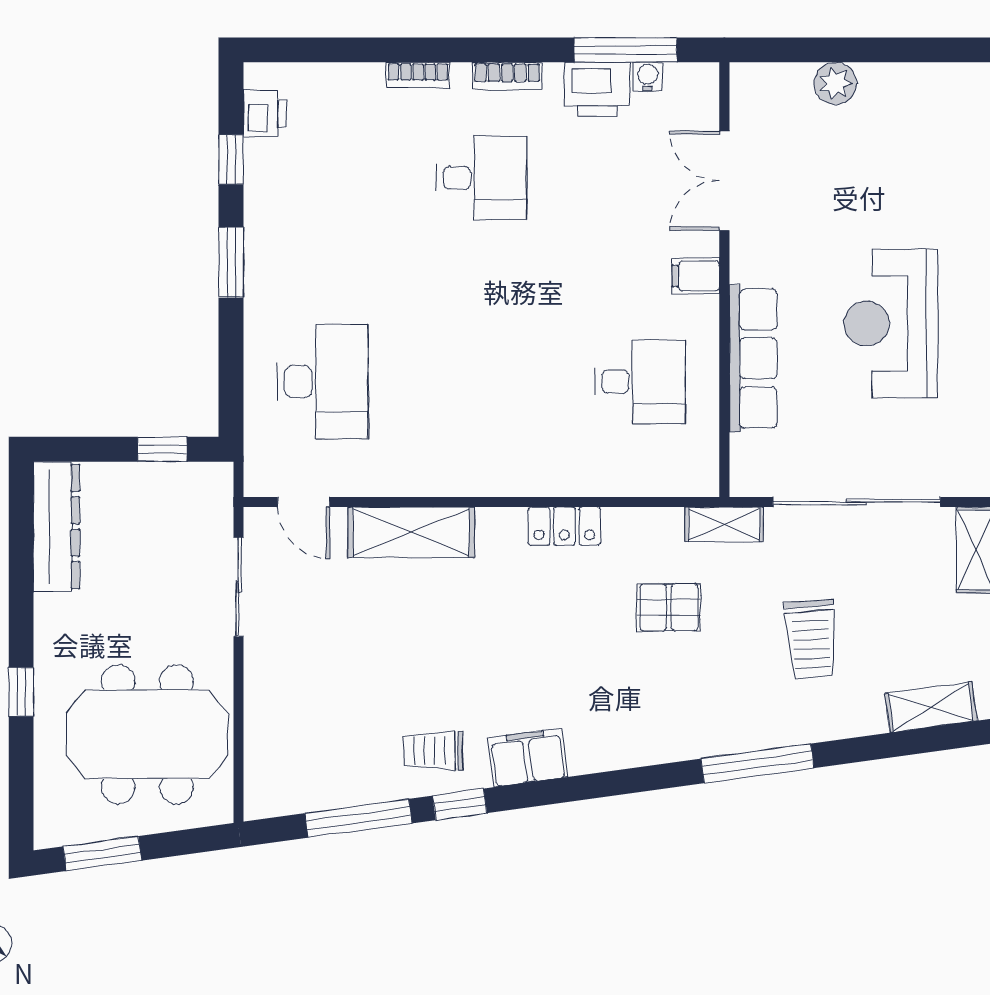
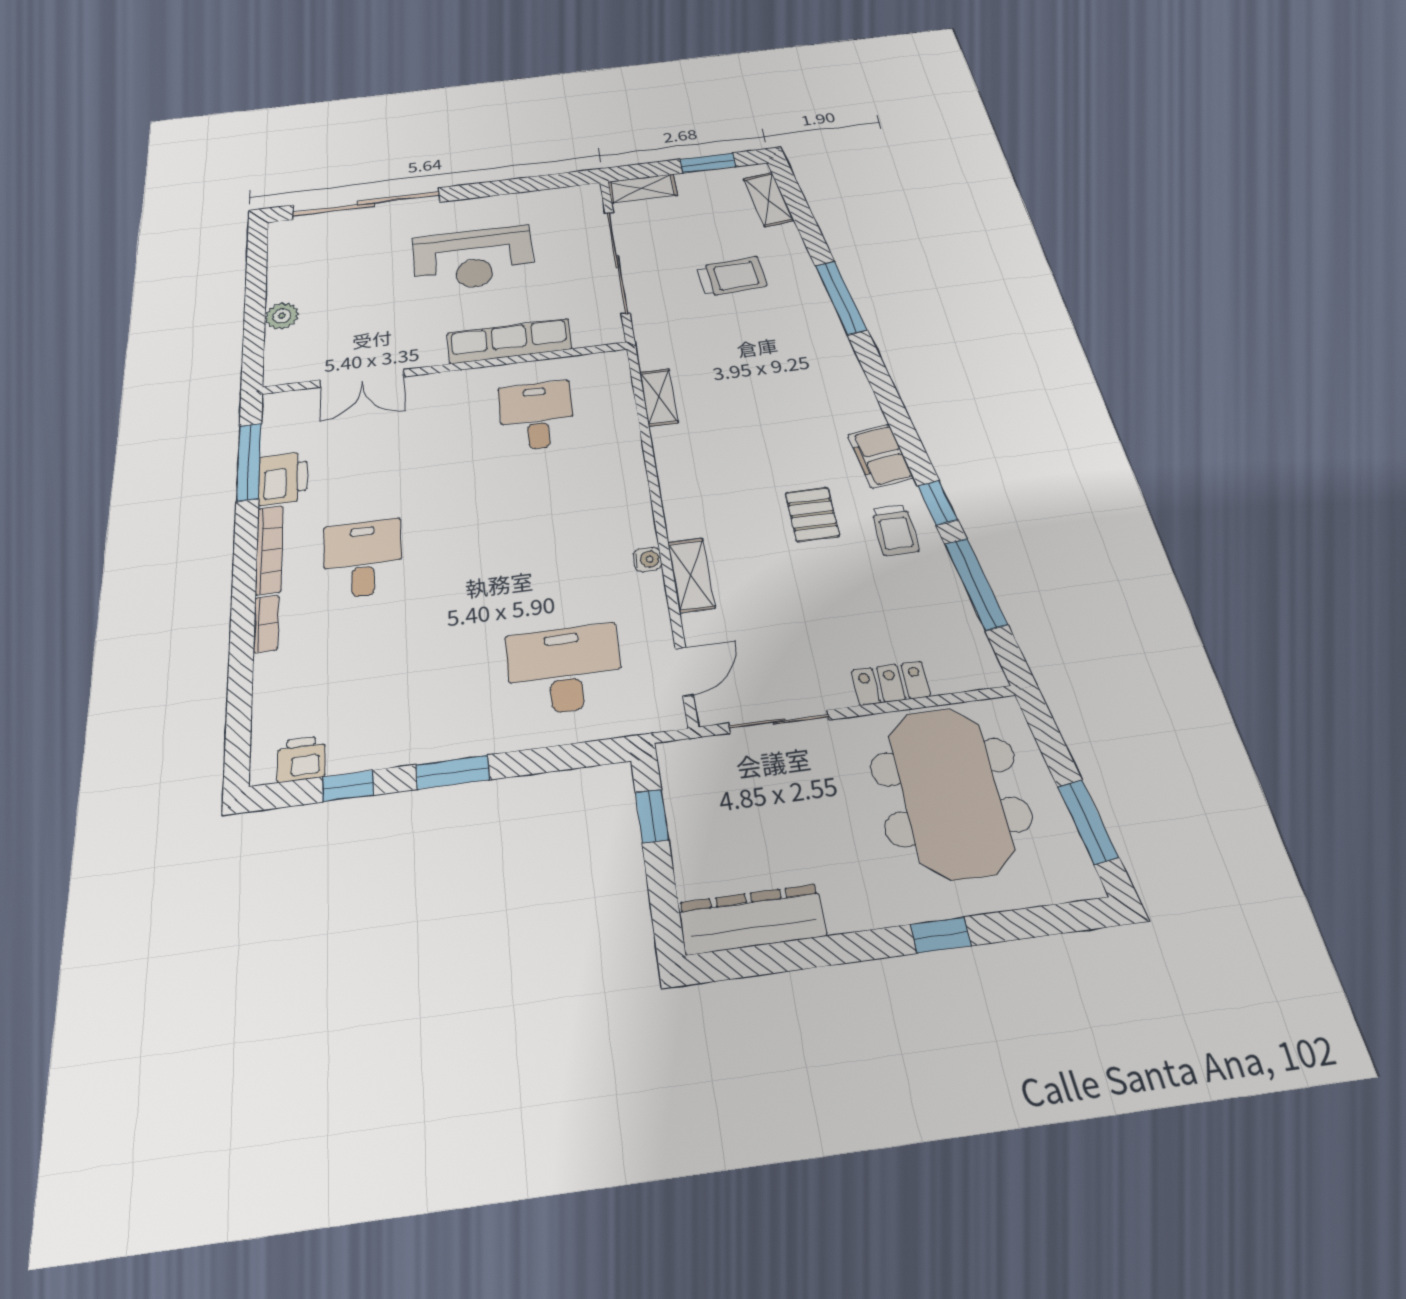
bookcase: (507, 76) -> (269, 550), width x1.56
water cooler: (648, 77) -> (648, 559), moved, turned 180
filing cabinet: (696, 276) -> (443, 388), removed
shelving: (724, 524) -> (659, 397), moved
locker: (564, 526) -> (891, 683), moved, turned -90
shelving: (411, 532) -> (691, 575), width x0.67, depth x0.75
pallet: (669, 607) -> (812, 514), moved

